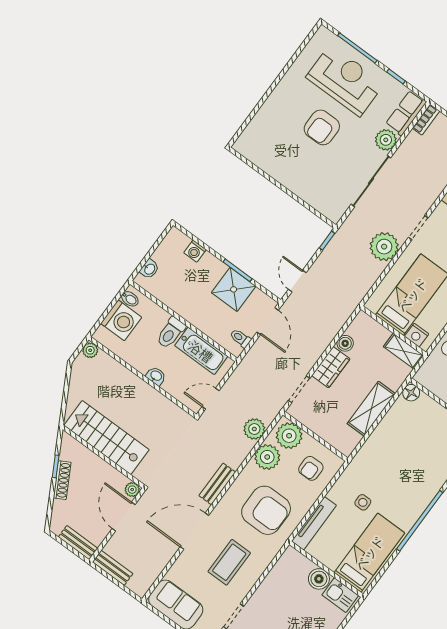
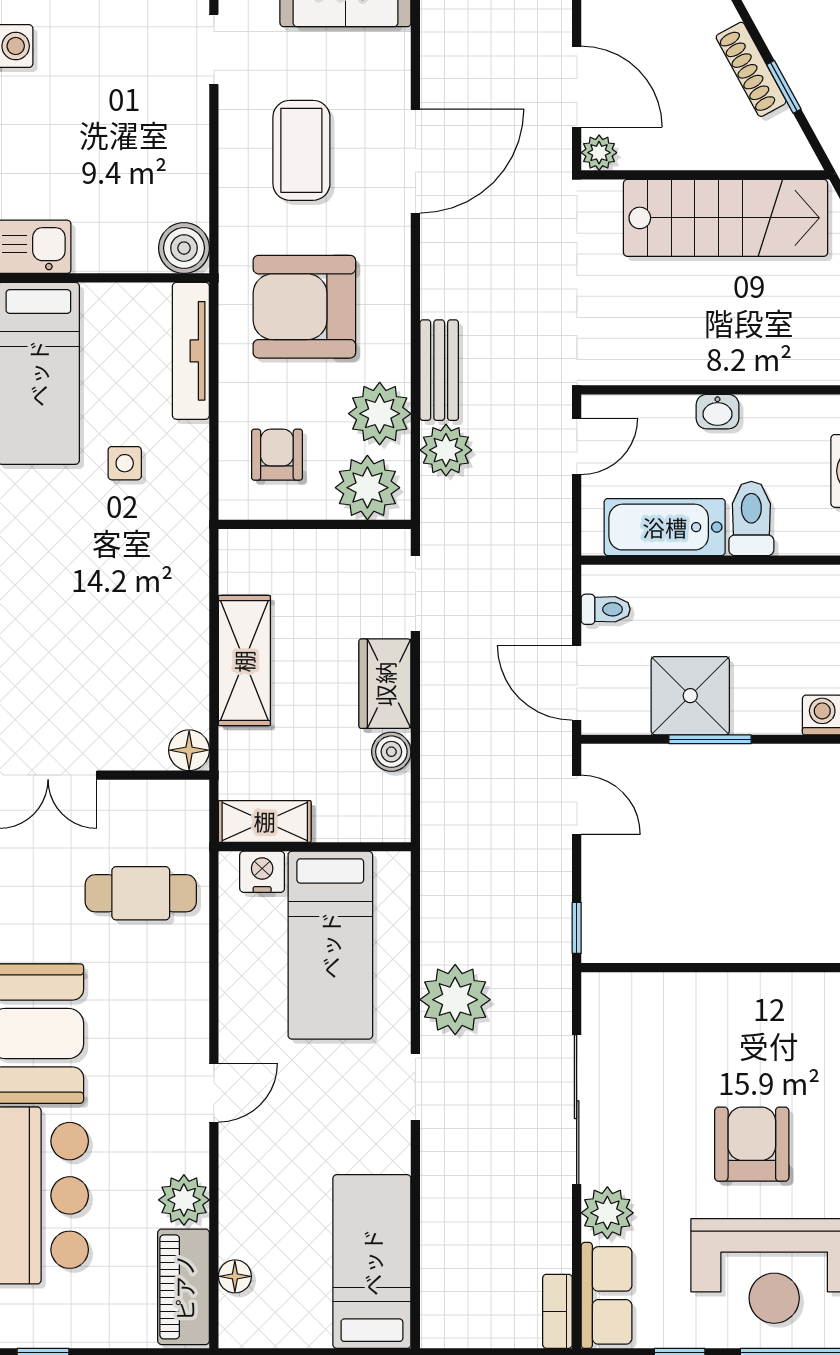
bench: (217, 484) -> (439, 370), moved
boiler: (319, 579) -> (184, 248), moved

